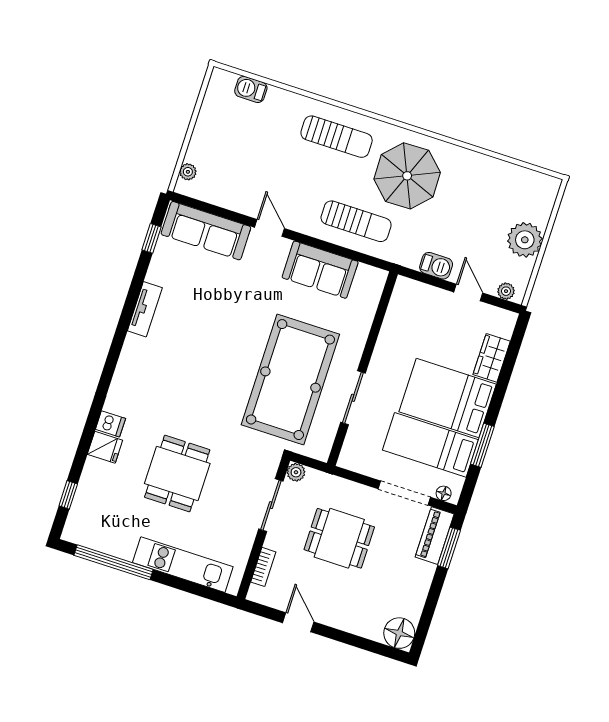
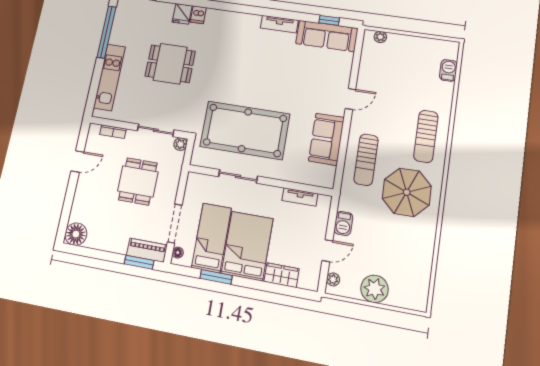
sofa: (206, 231) -> (327, 36), moved, turned -90
tv unit: (393, 318) -> (300, 197), added

